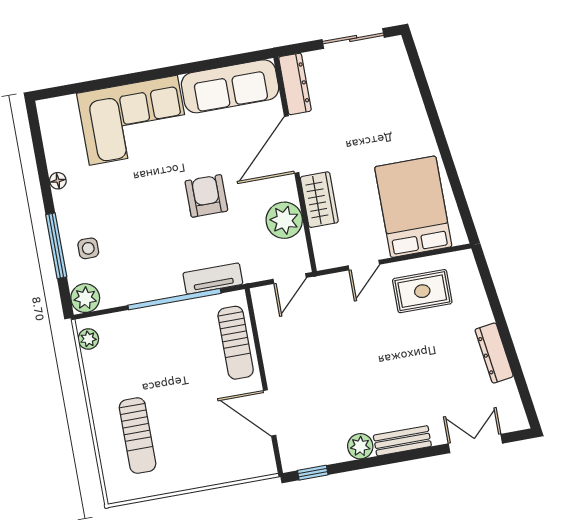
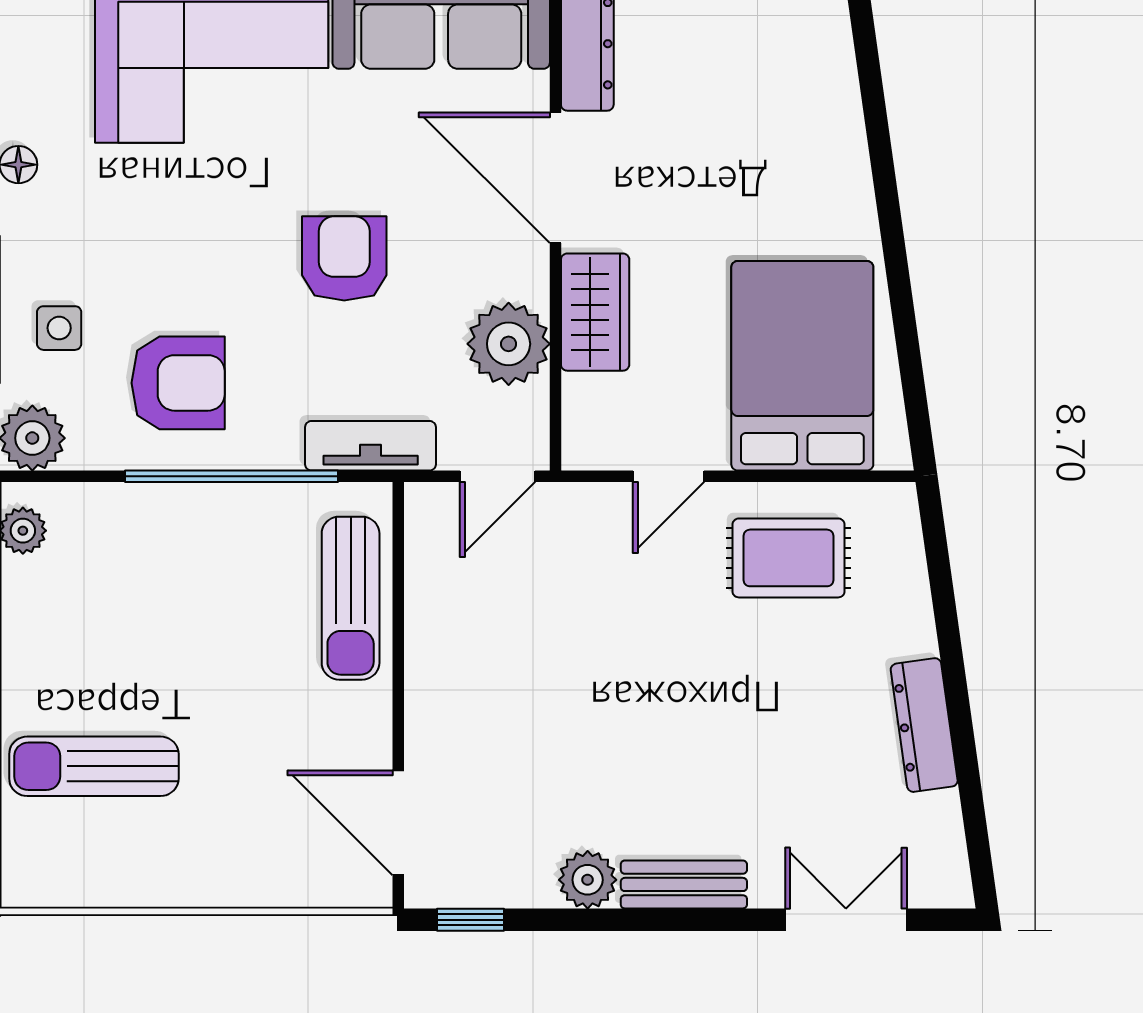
door: (292, 145) -> (555, 178), hinge flipped
armchair: (144, 263) -> (178, 383), added
tv unit: (213, 279) -> (371, 446), moved
door: (270, 413) -> (398, 823), moved
sun lounger: (137, 436) -> (94, 766), turned 90

